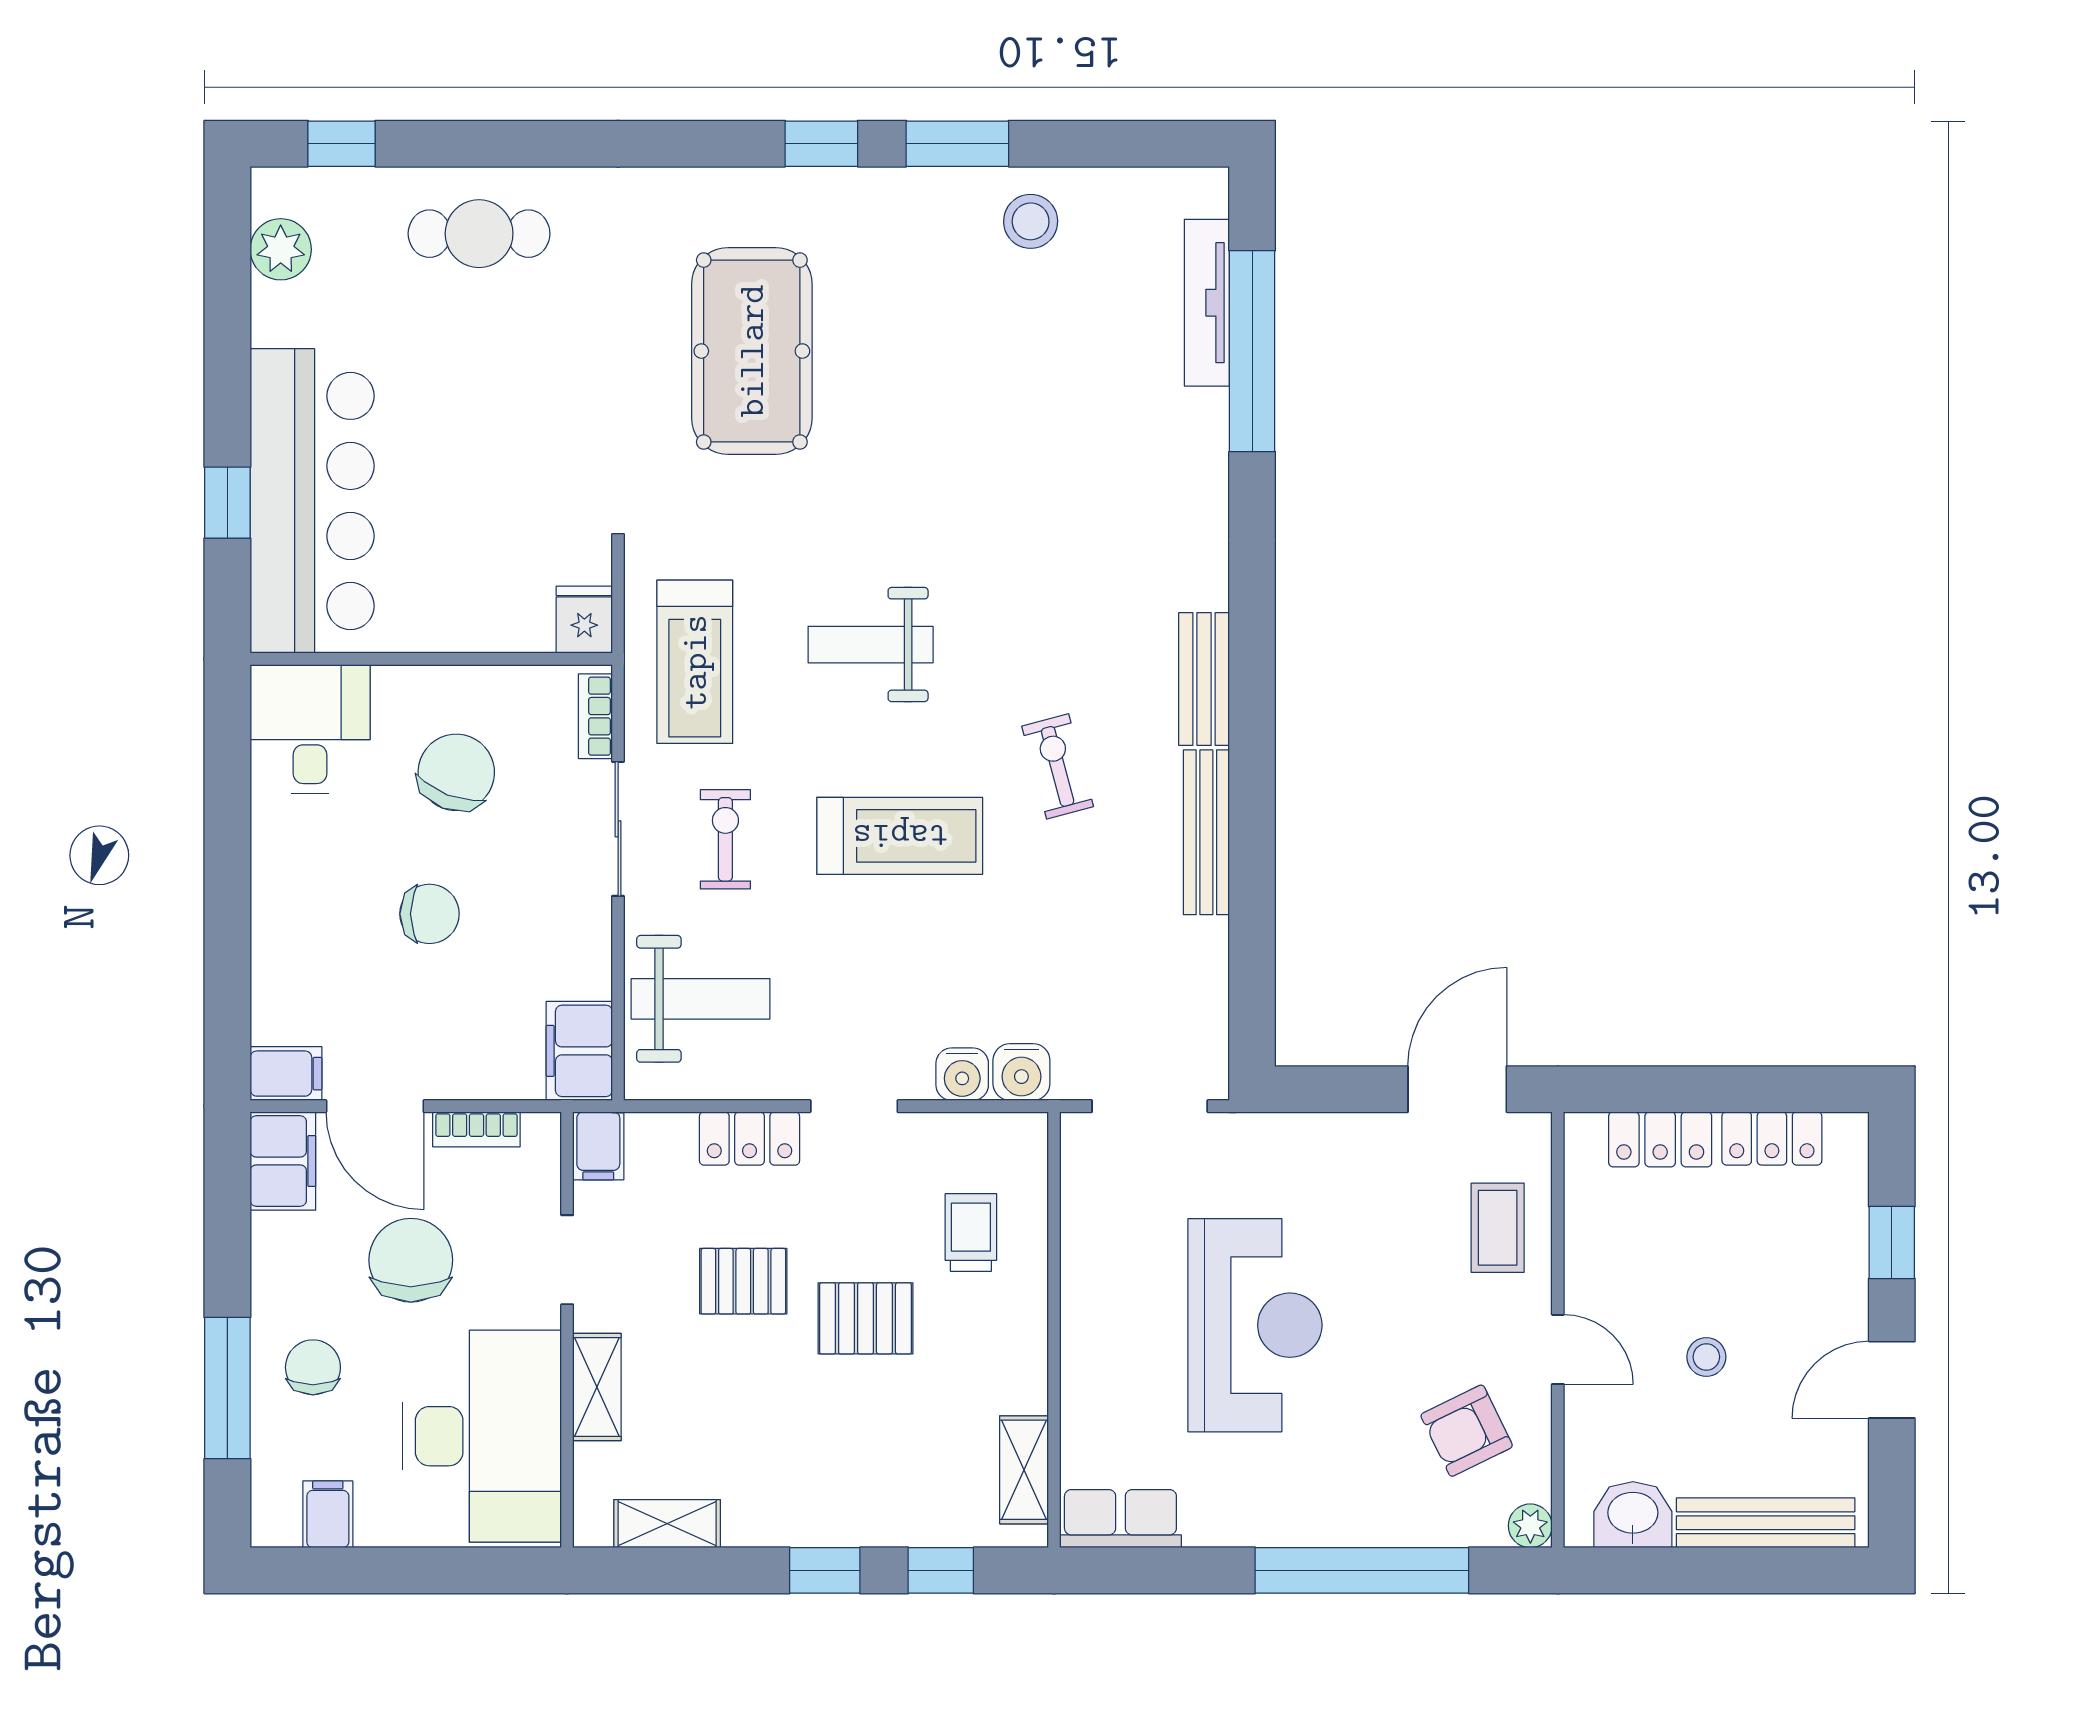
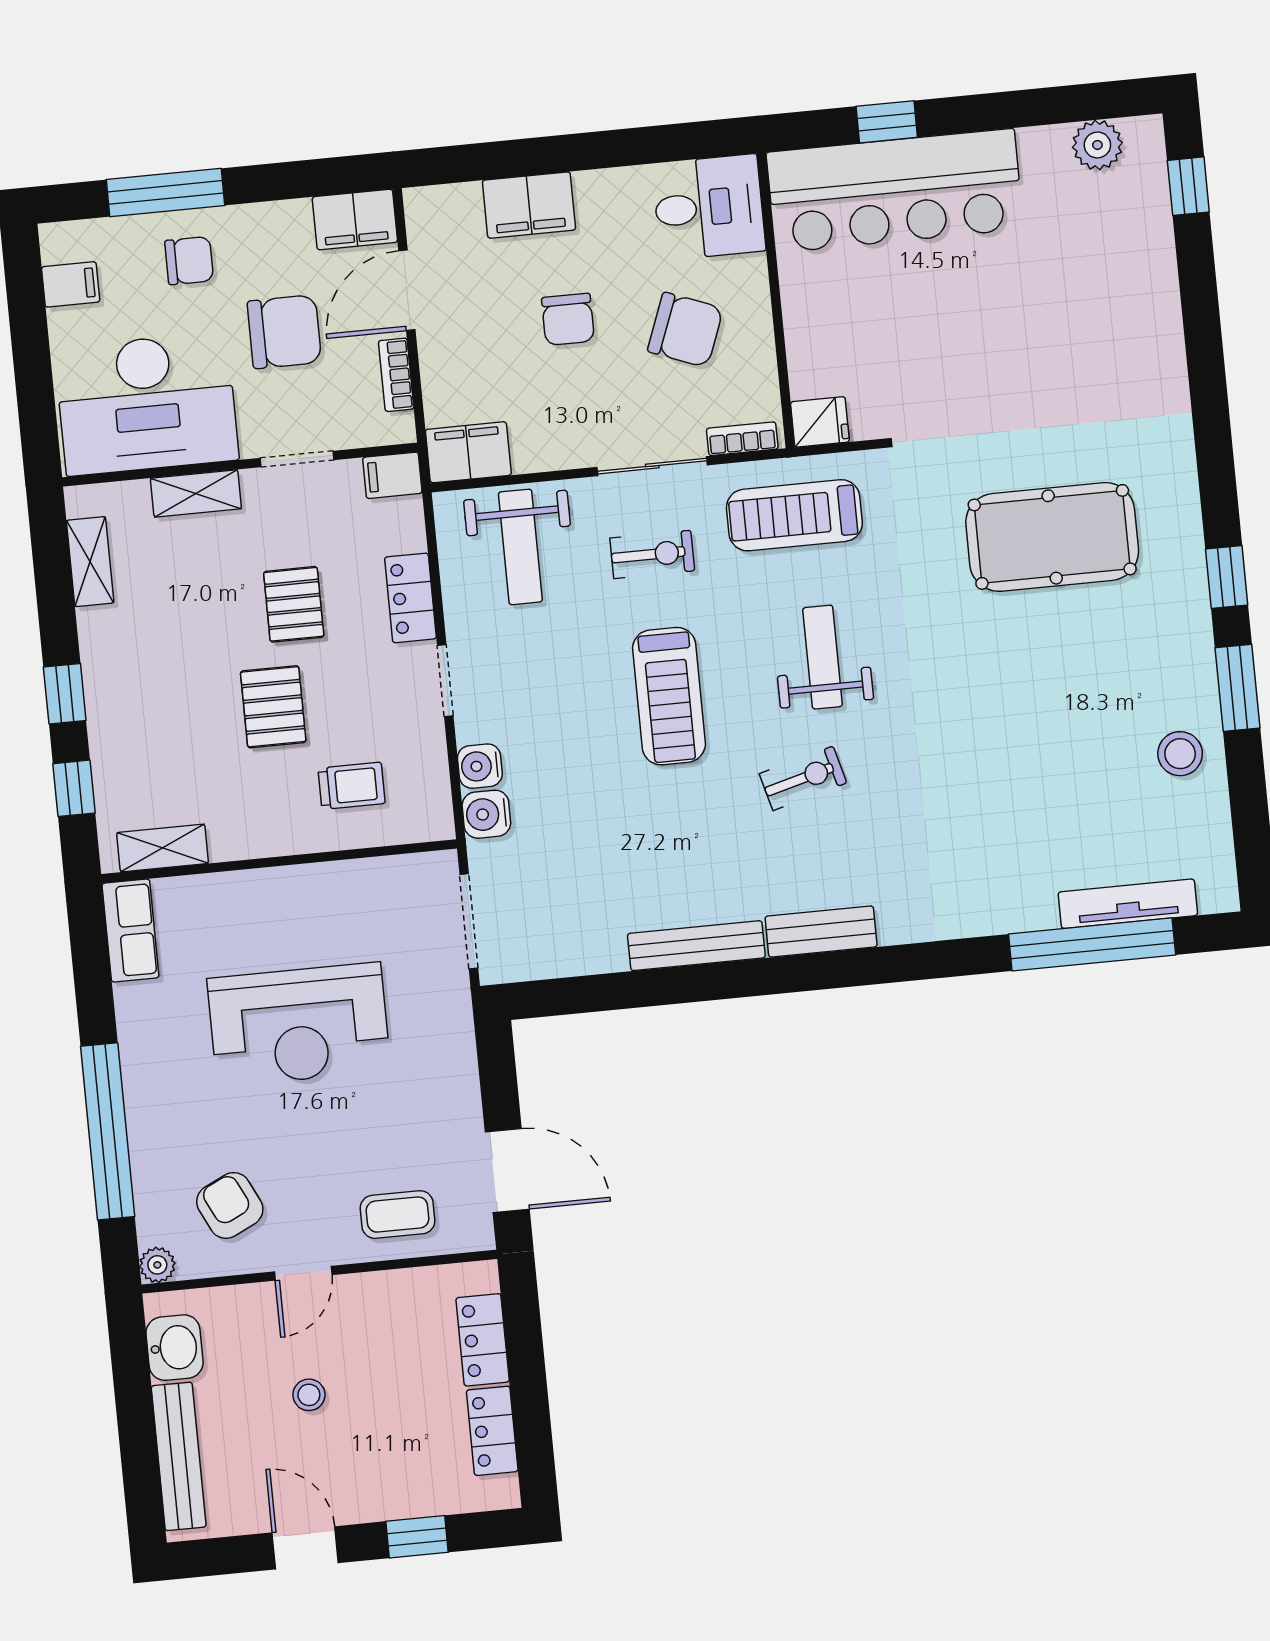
cafe table: (479, 234) -> (1126, 305), removed
exercise bike: (1058, 766) -> (803, 778), moved
filing cabinet: (286, 1074) -> (529, 205), moved, width x2.00

